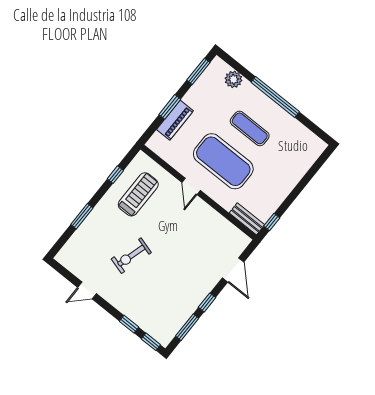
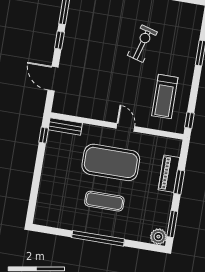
plant: (233, 79) -> (158, 237), moved
window: (115, 175) -> (189, 120), moved

